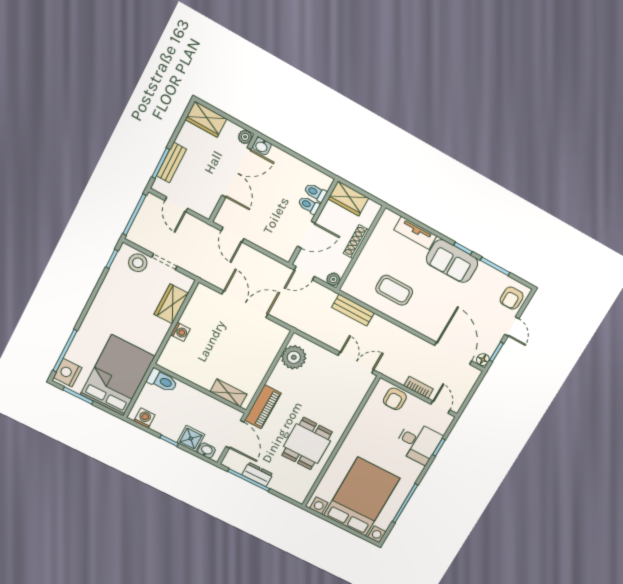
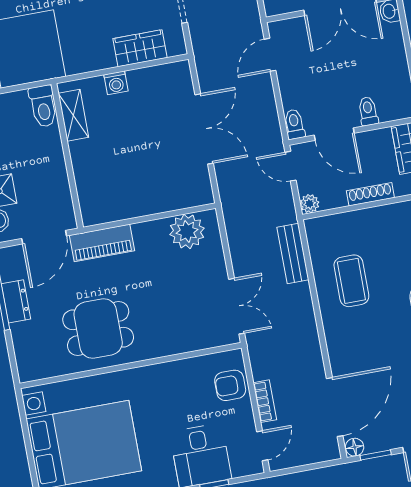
toilet: (315, 192) -> (294, 124), moved
shelving: (228, 393) -> (73, 115), moved

